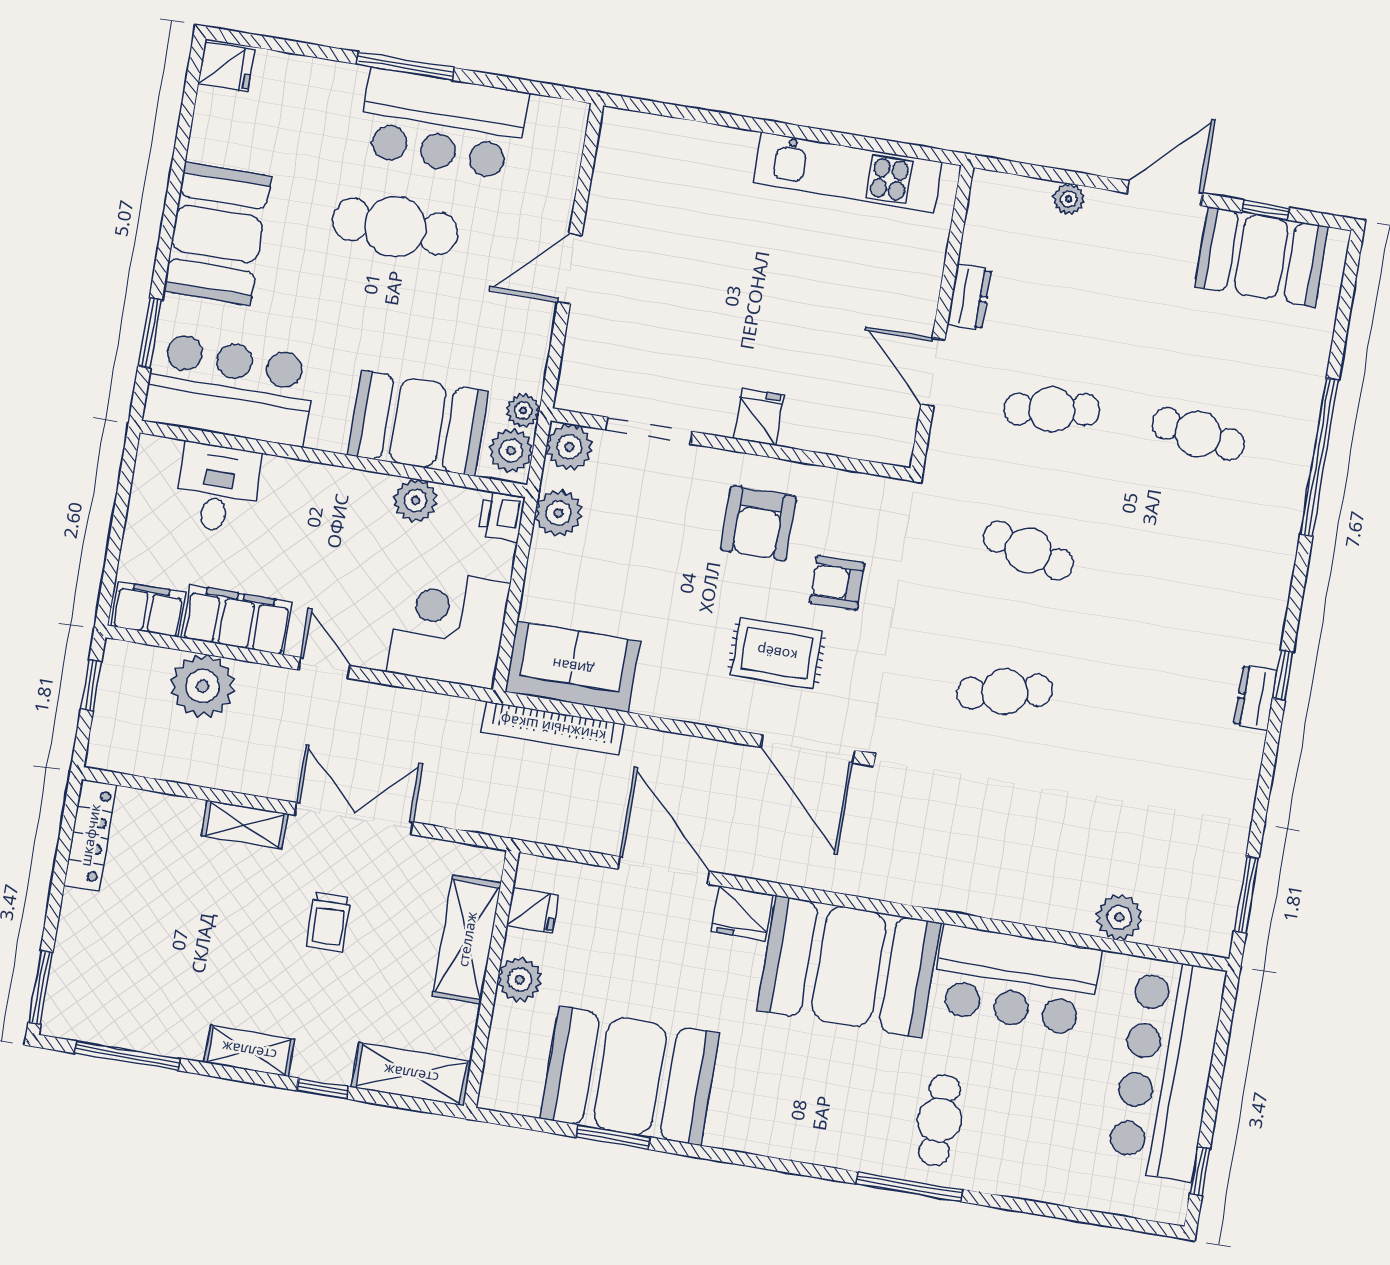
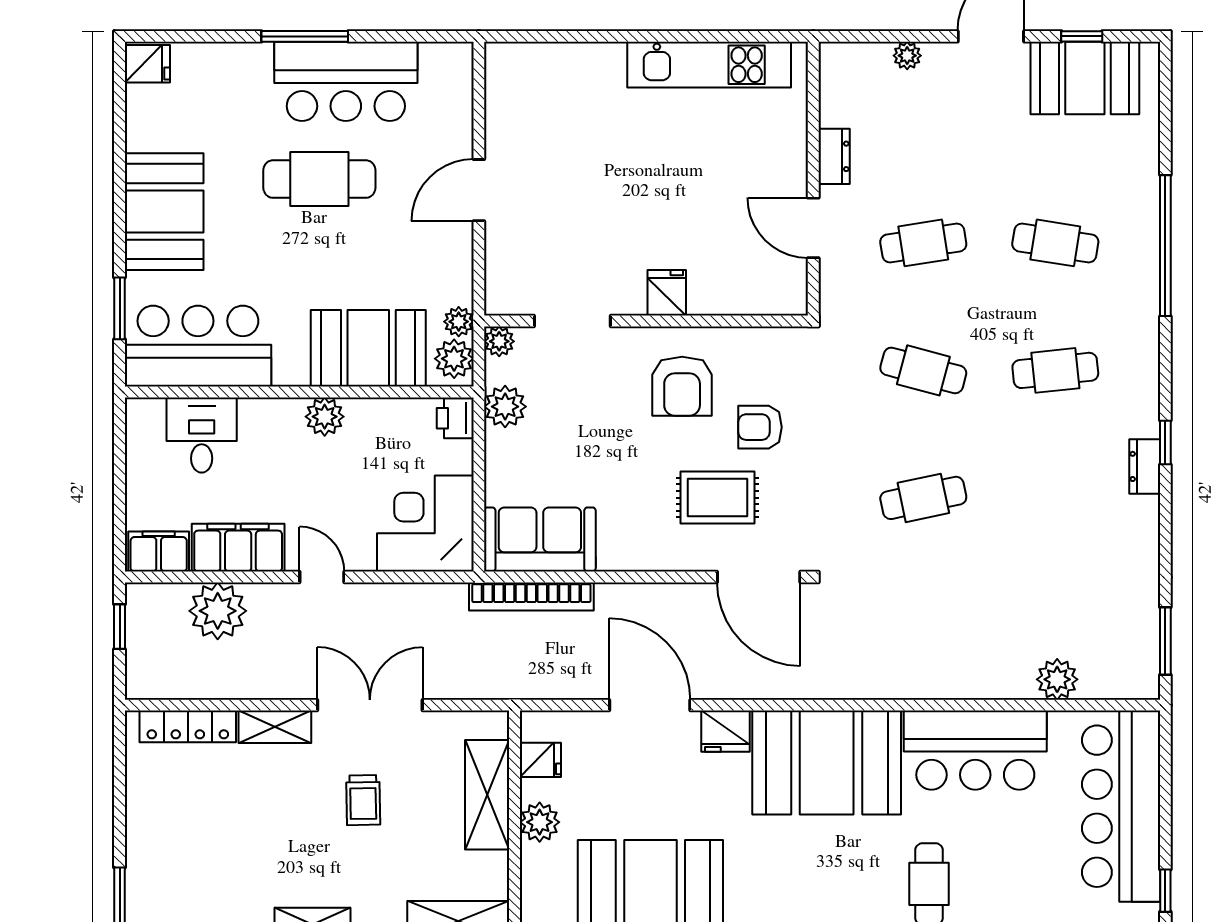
plant: (569, 447) -> (499, 341), width x0.73, depth x0.73
plant: (415, 500) -> (325, 417), moved
cafe table: (1174, 575) -> (1055, 370), added
locker: (90, 835) -> (188, 726), moved, turned 90

